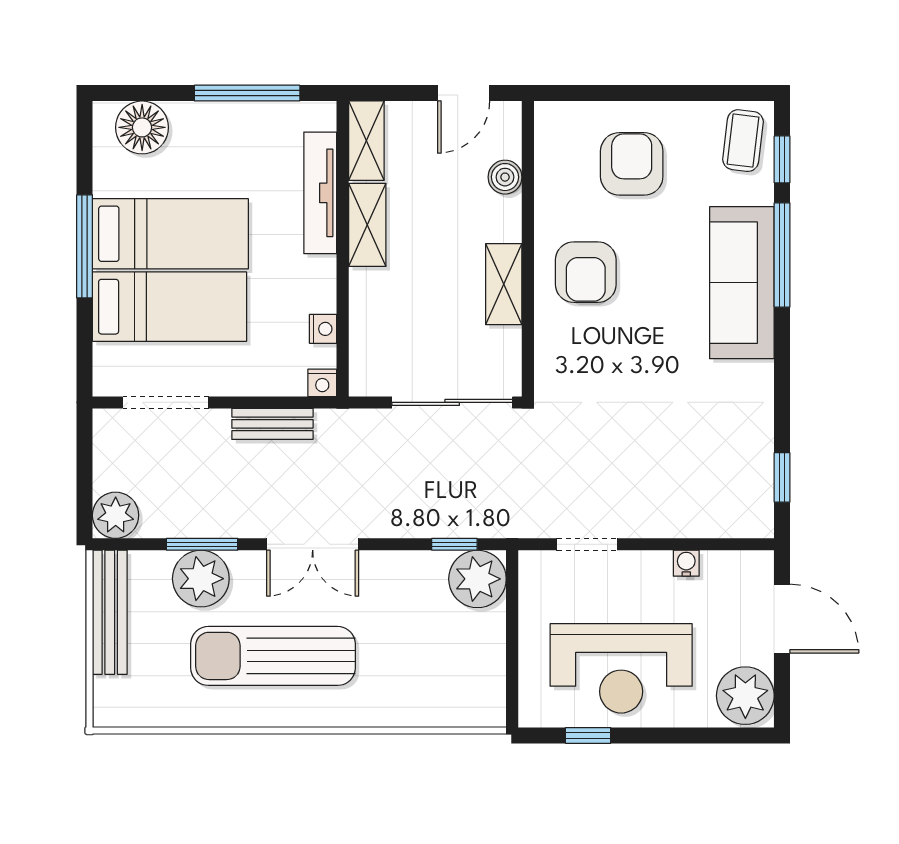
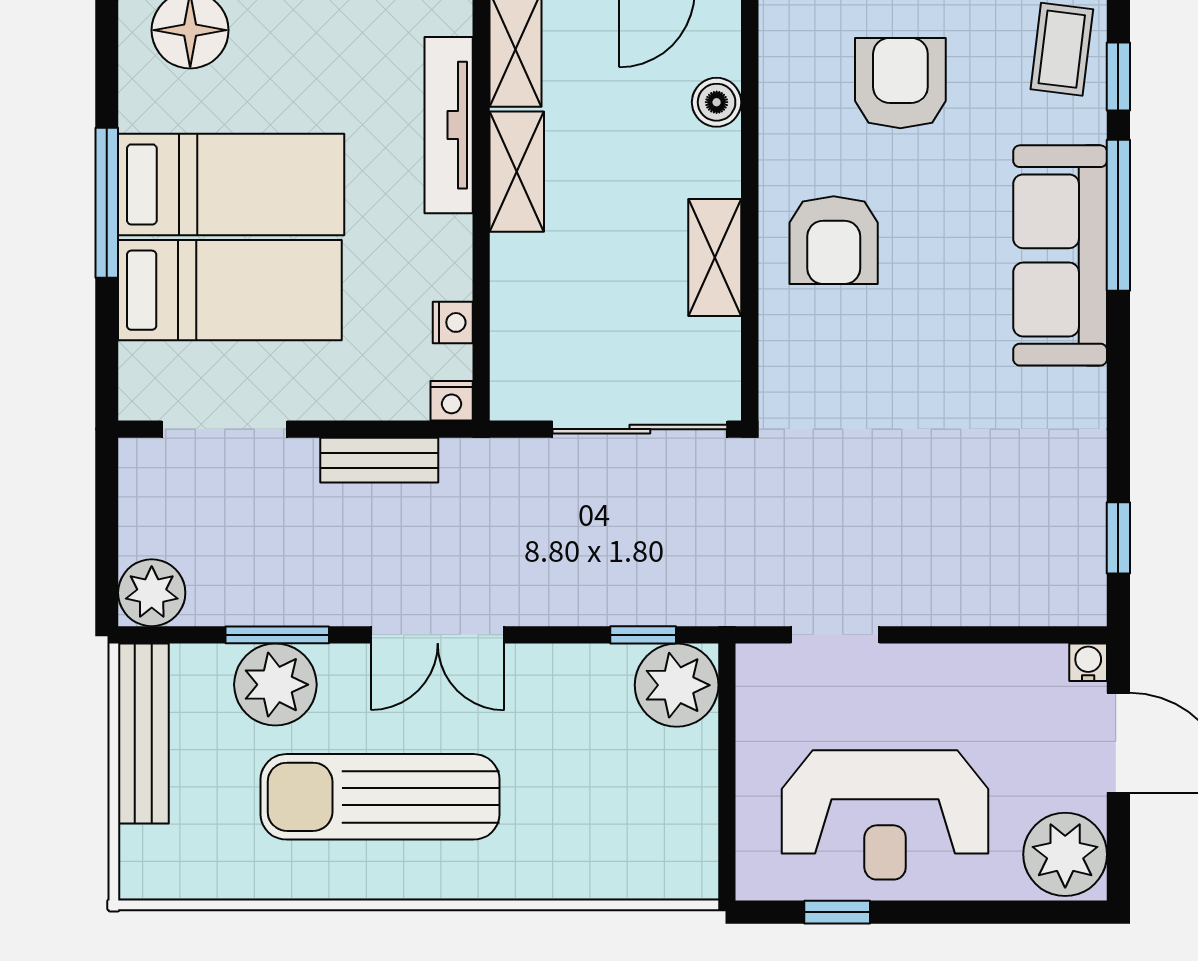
water cooler: (686, 563) -> (1088, 662), moved

